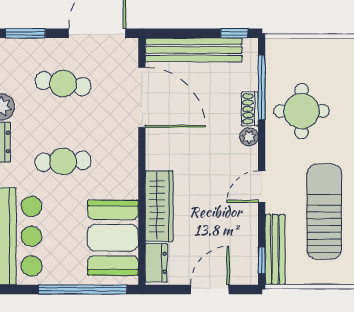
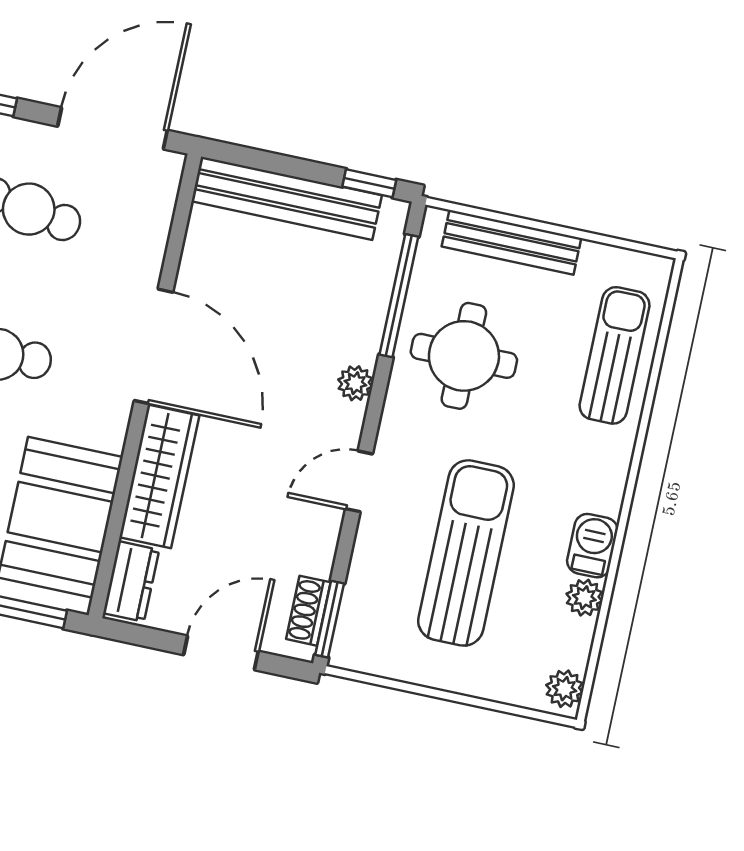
door: (142, 97) -> (153, 346), moved
shoe rack: (250, 109) -> (308, 611), moved
bench: (275, 250) -> (511, 242), moved, turned 90
window: (262, 260) -> (330, 619), width x1.50

